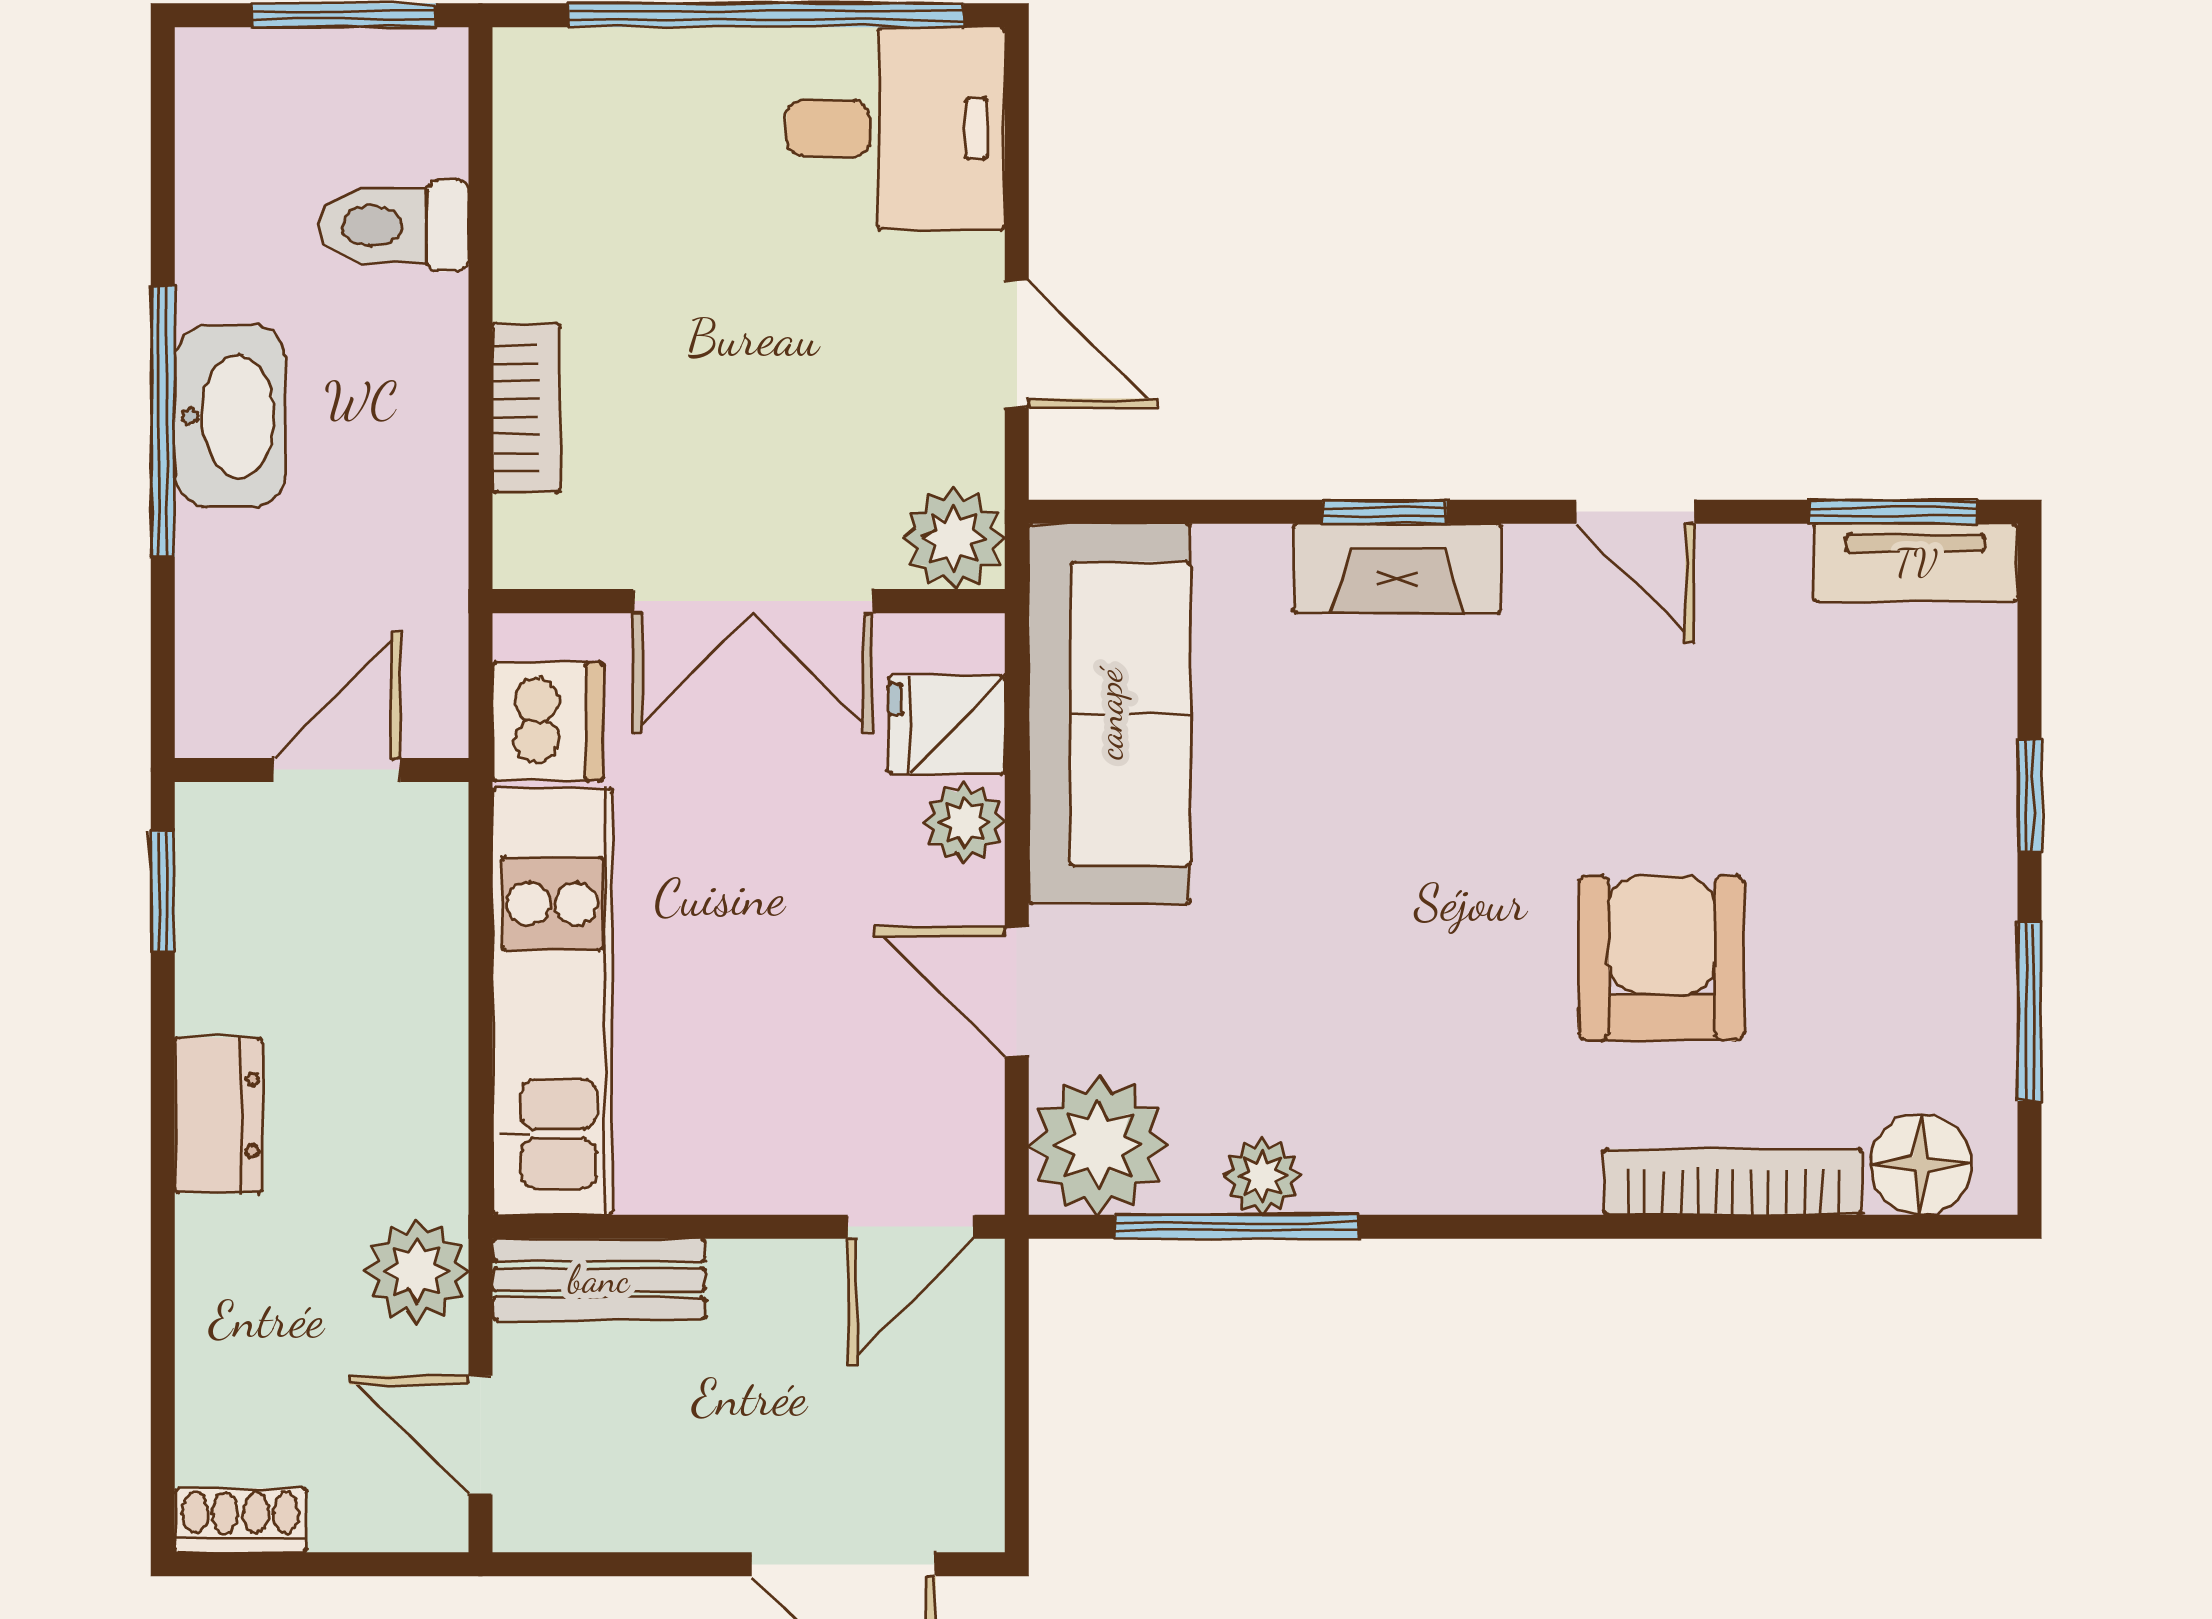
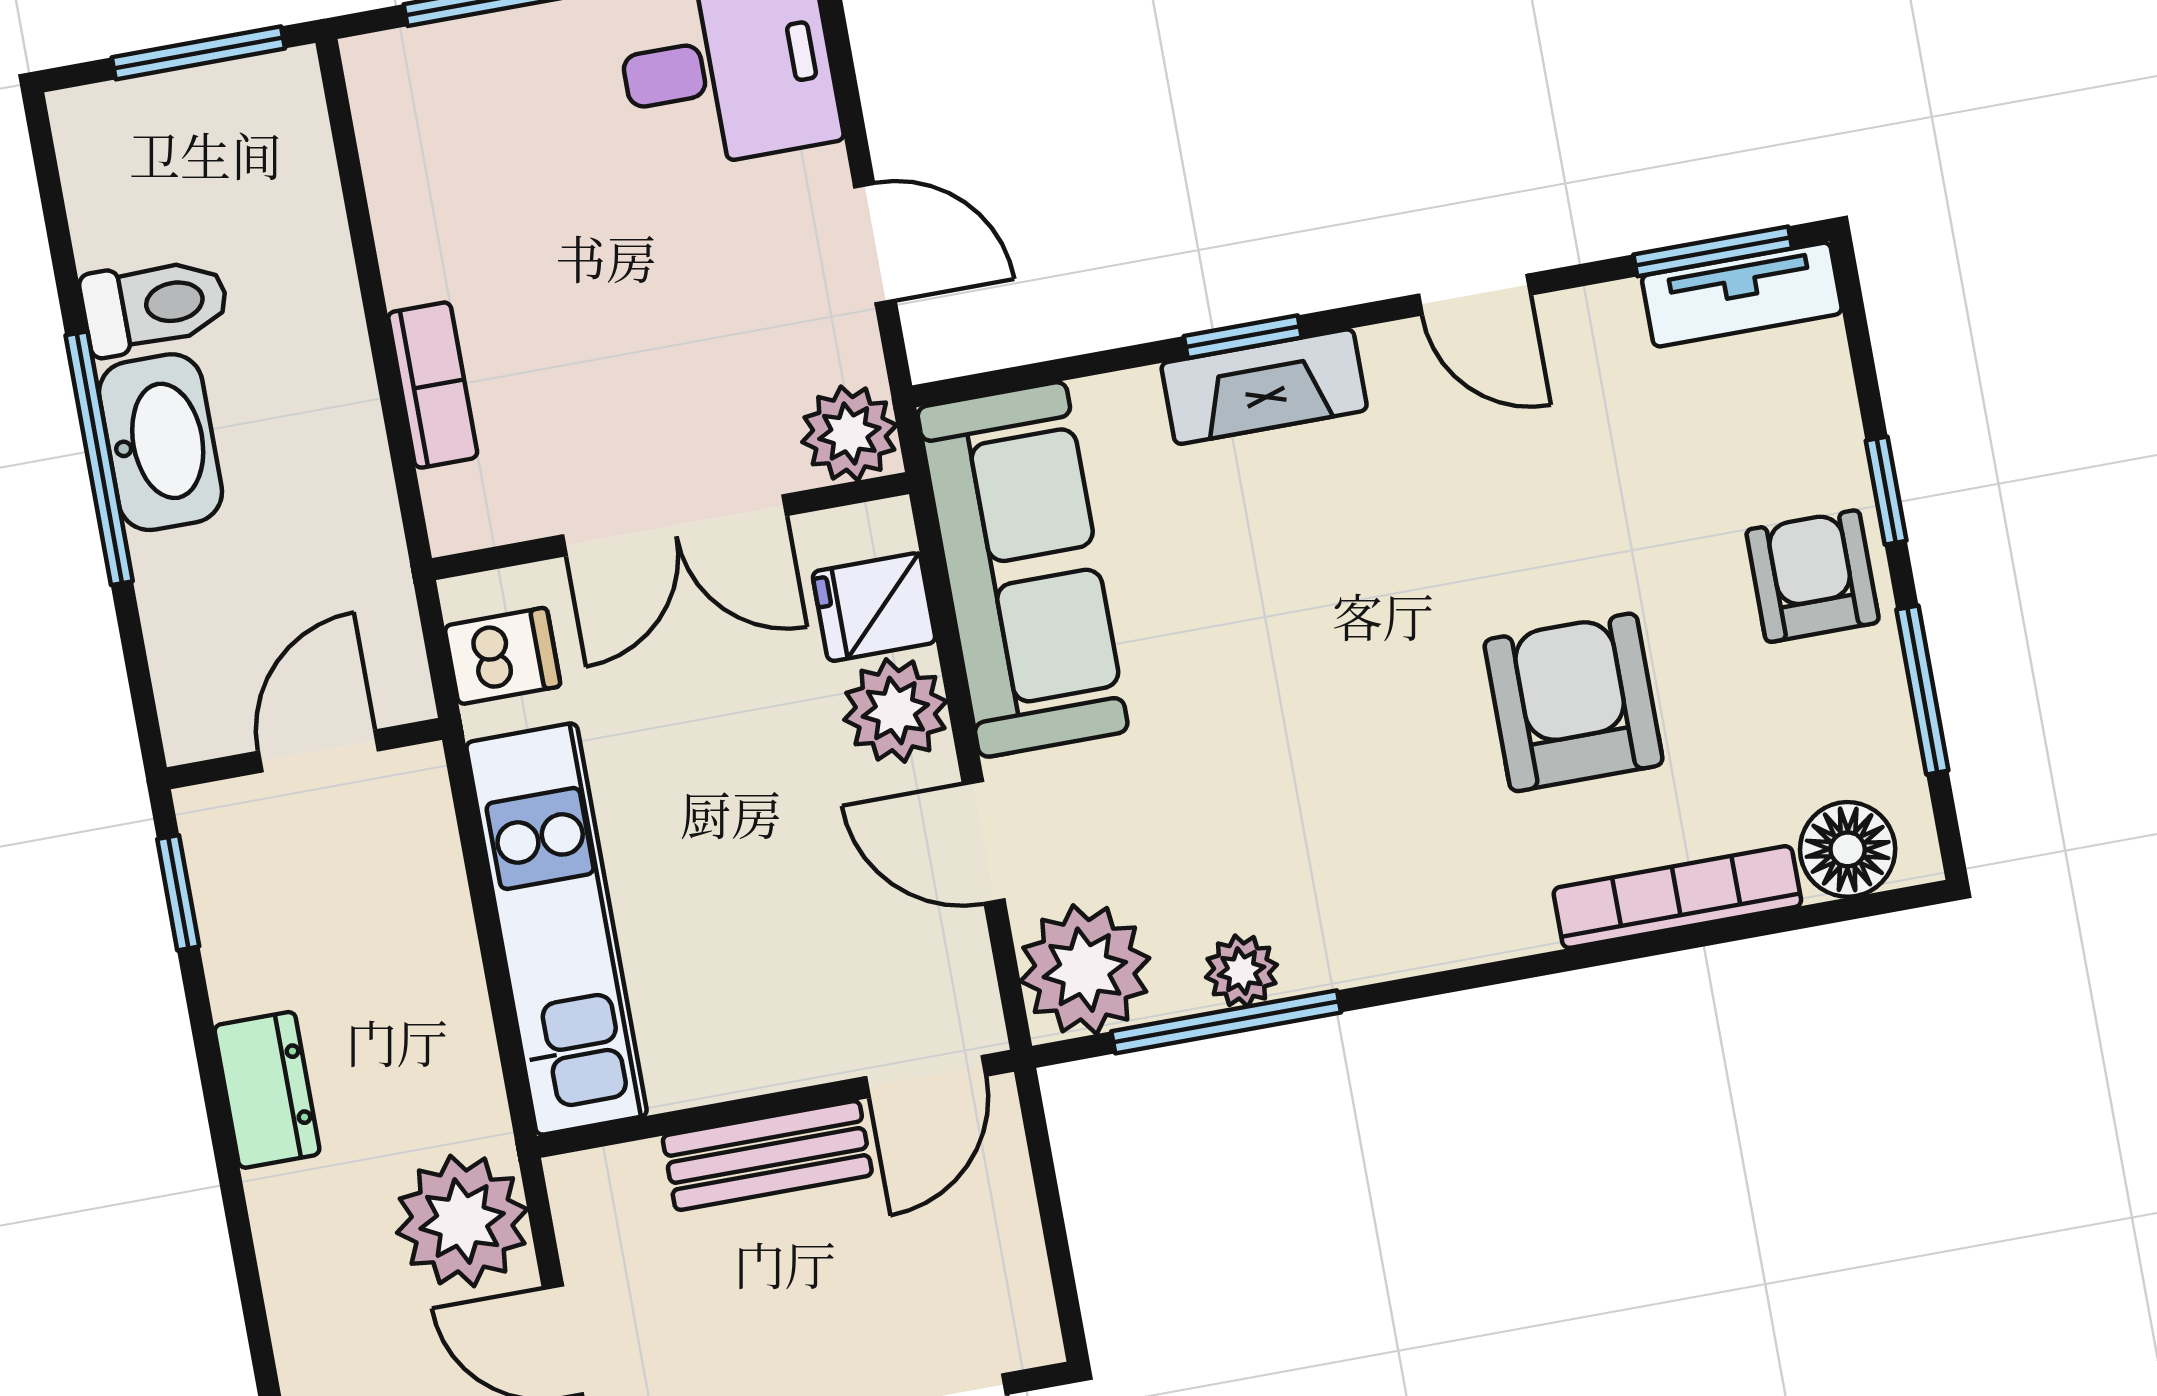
toilet: (393, 226) -> (155, 305), moved, turned 180
dishwasher: (548, 722) -> (503, 656), width x0.73
plant: (964, 822) -> (895, 711), width x1.38, depth x1.38
armchair: (1936, 871) -> (1813, 576), added
plant: (417, 1271) -> (462, 1221), width x1.36, depth x1.36
bench: (599, 1279) -> (767, 1155), moved

